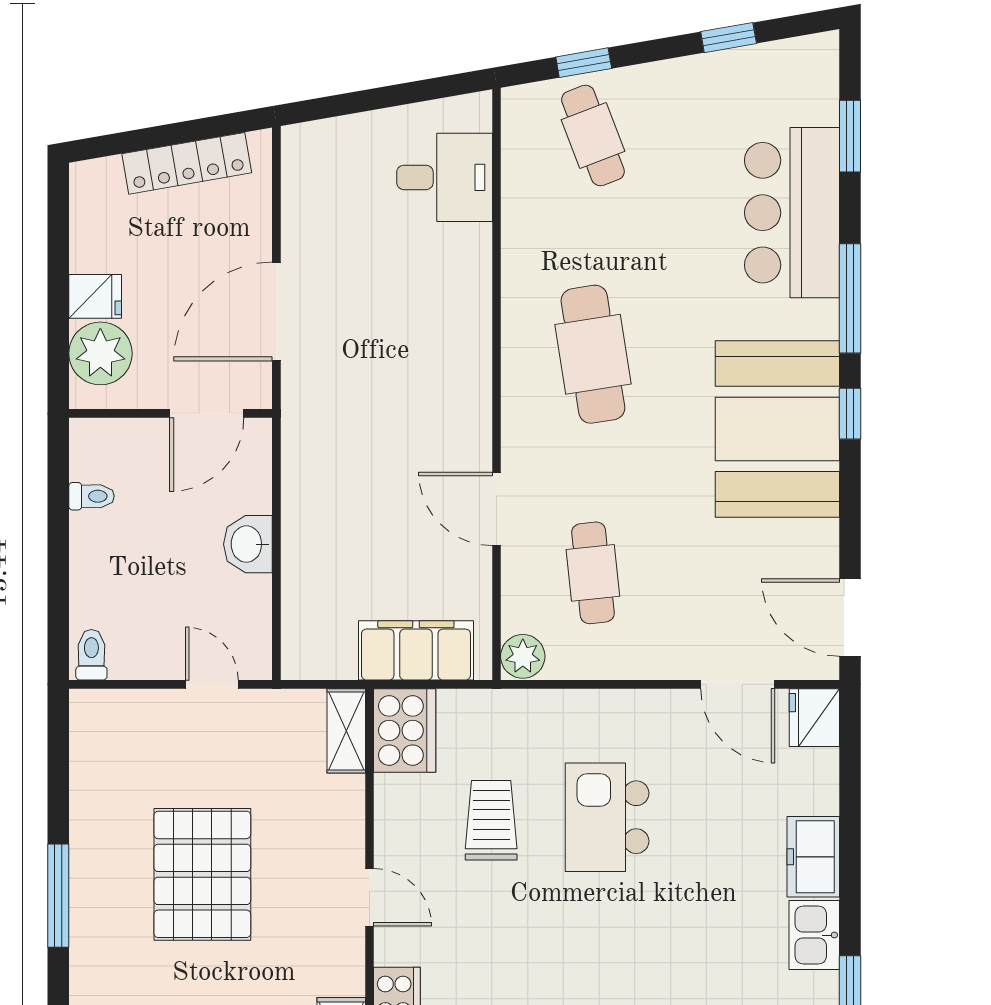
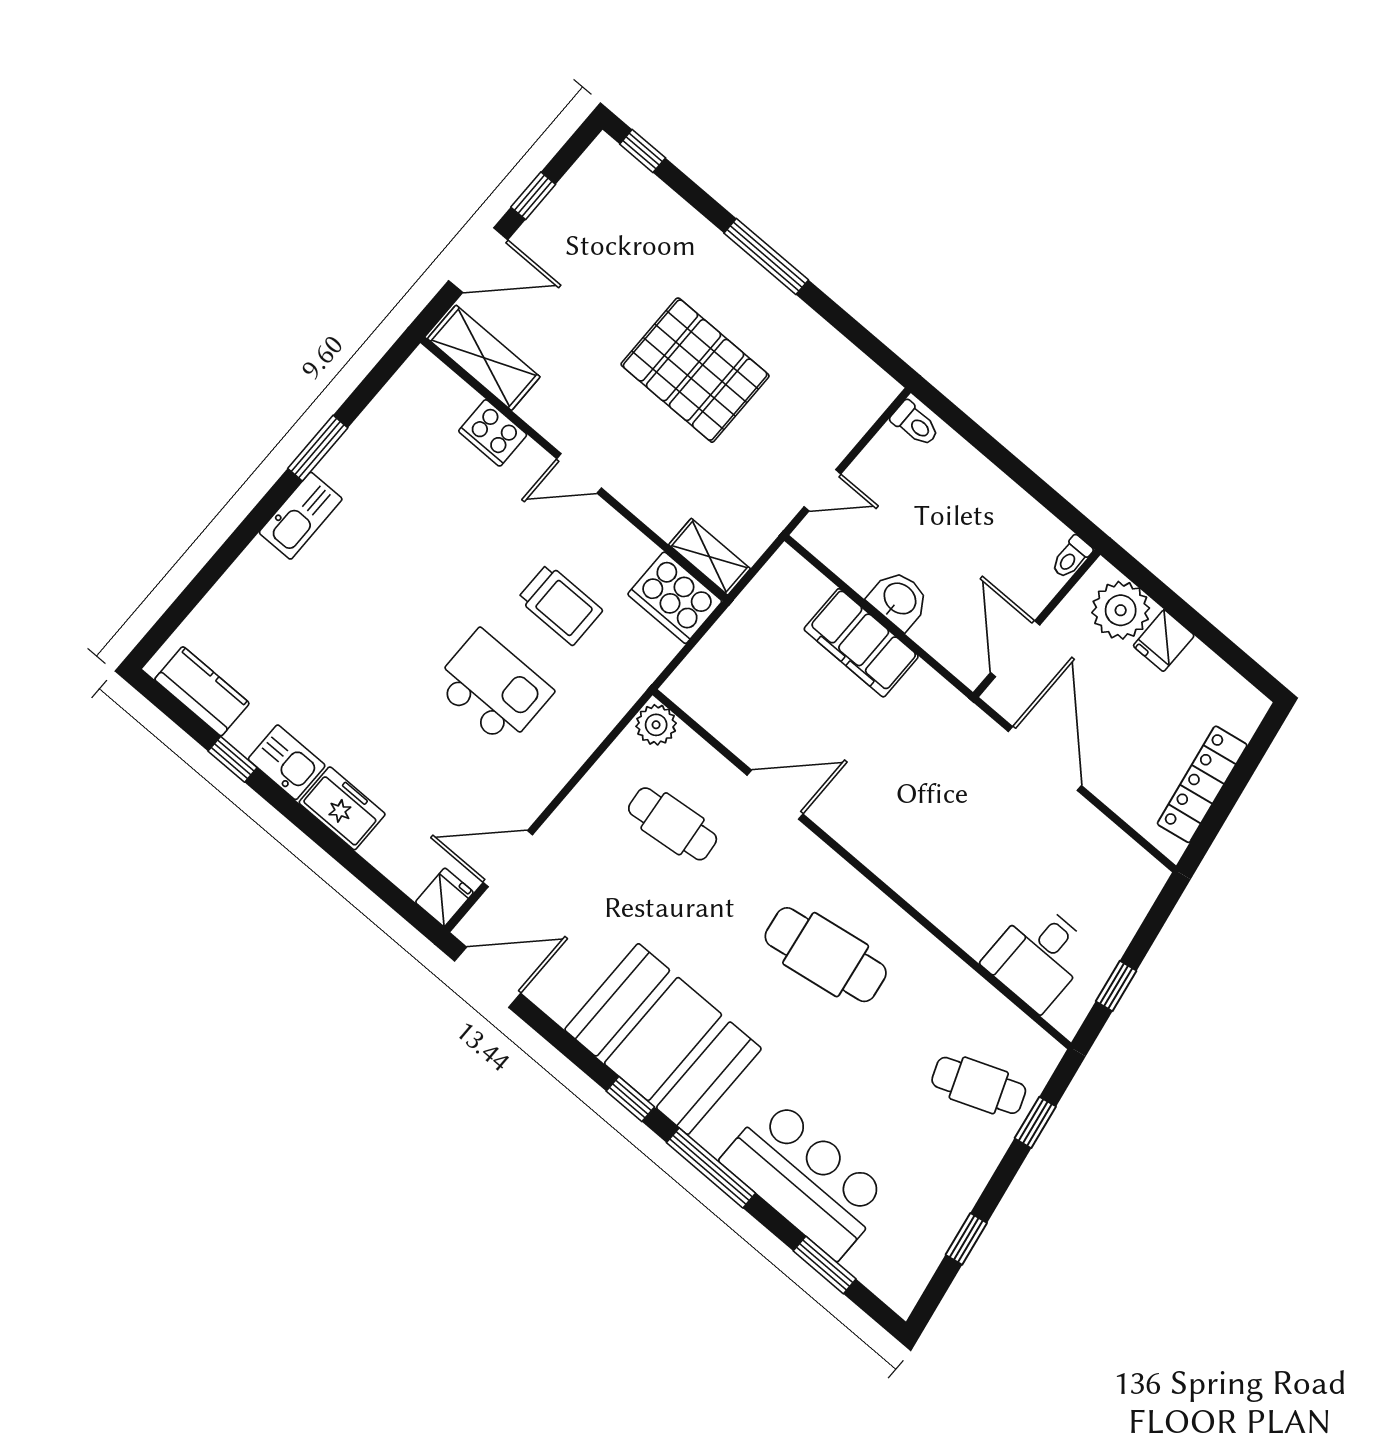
window: (414, 92) -> (1116, 986), added
toilet: (92, 496) -> (1071, 557), moved
filing cabinet: (416, 650) -> (861, 643), moved, turned 90
fridge: (814, 718) -> (444, 897), width x0.72

